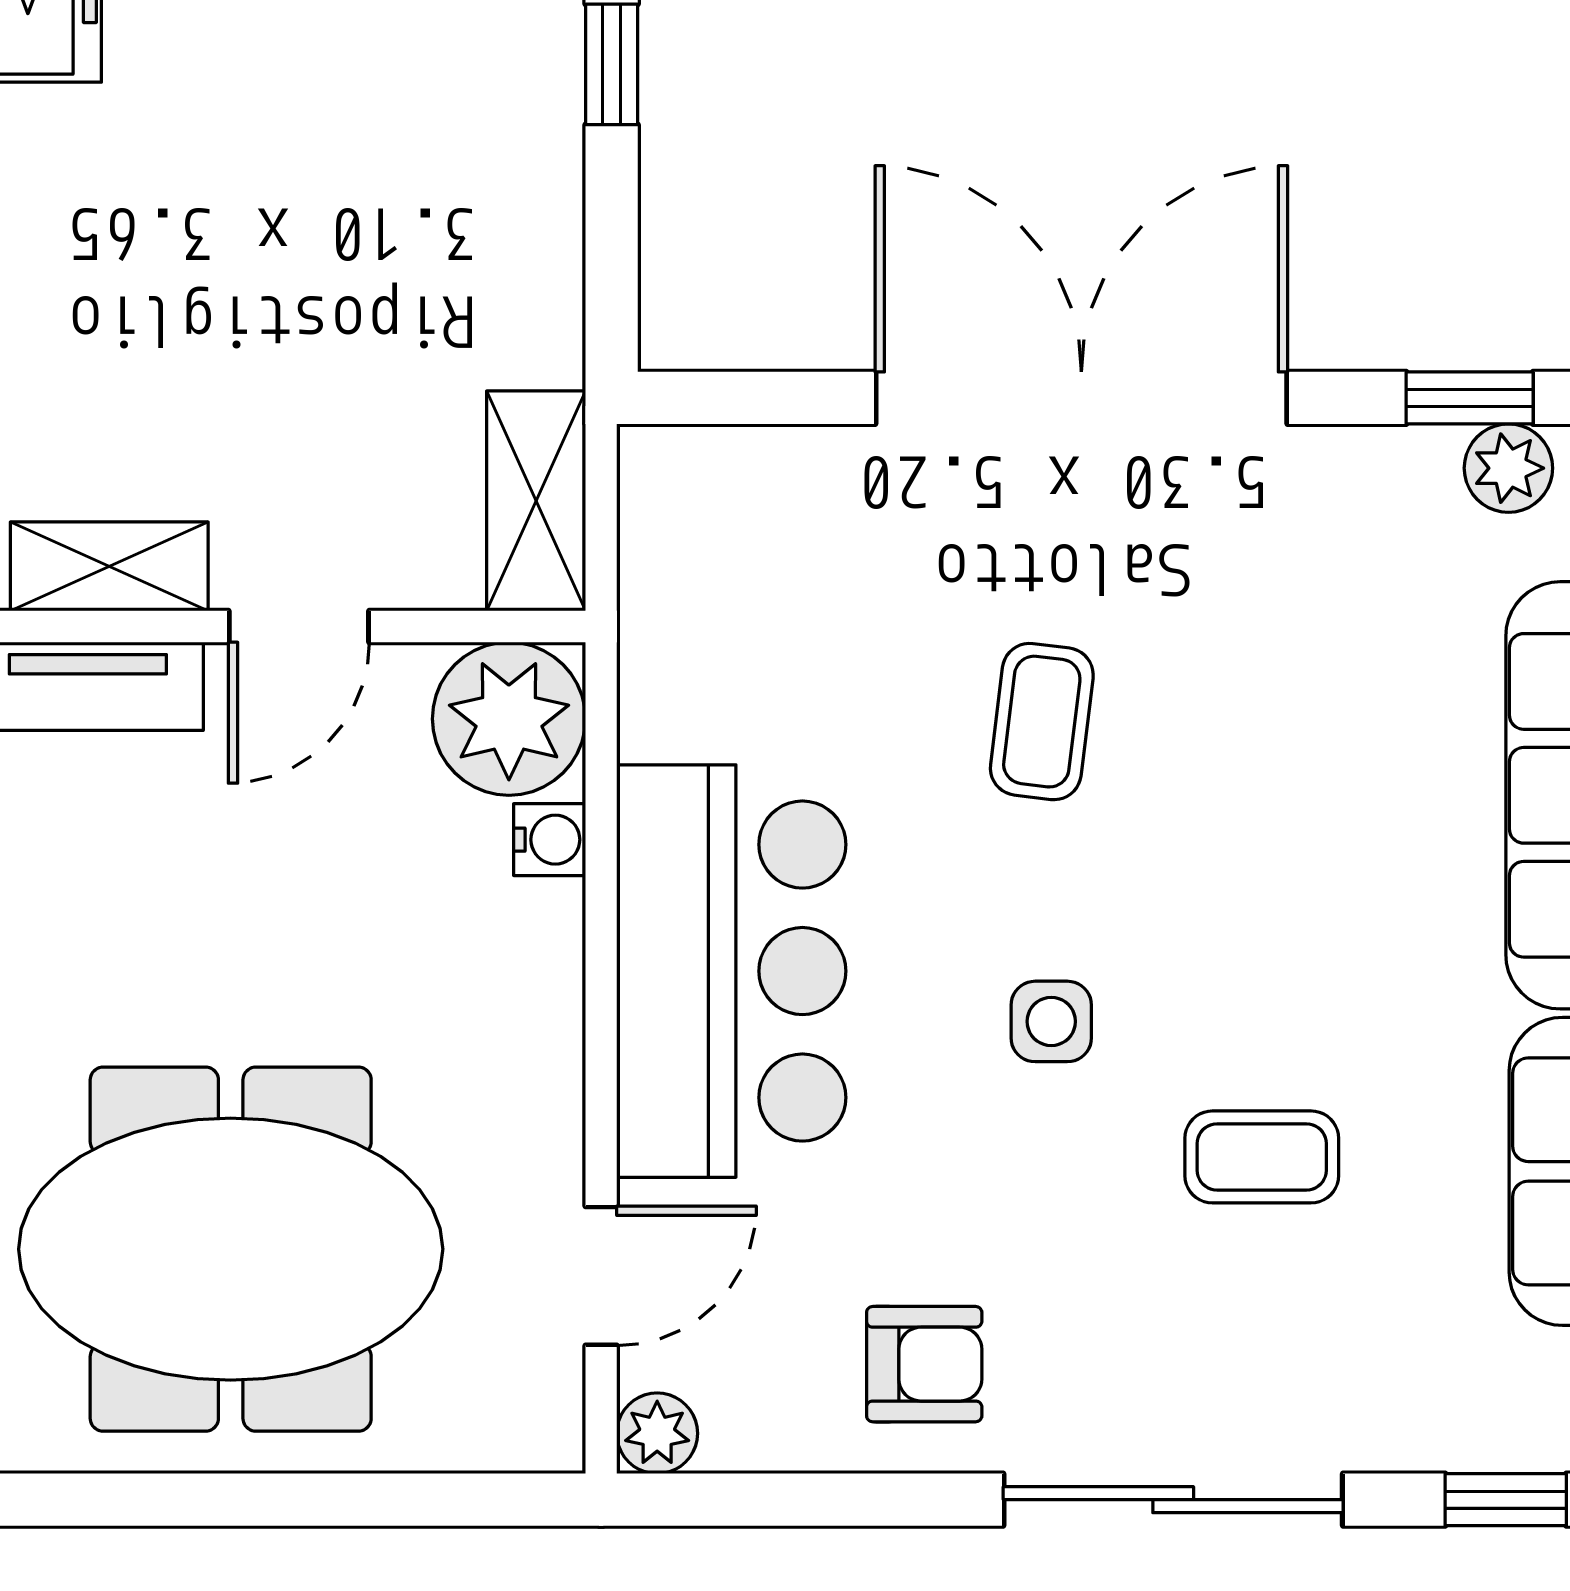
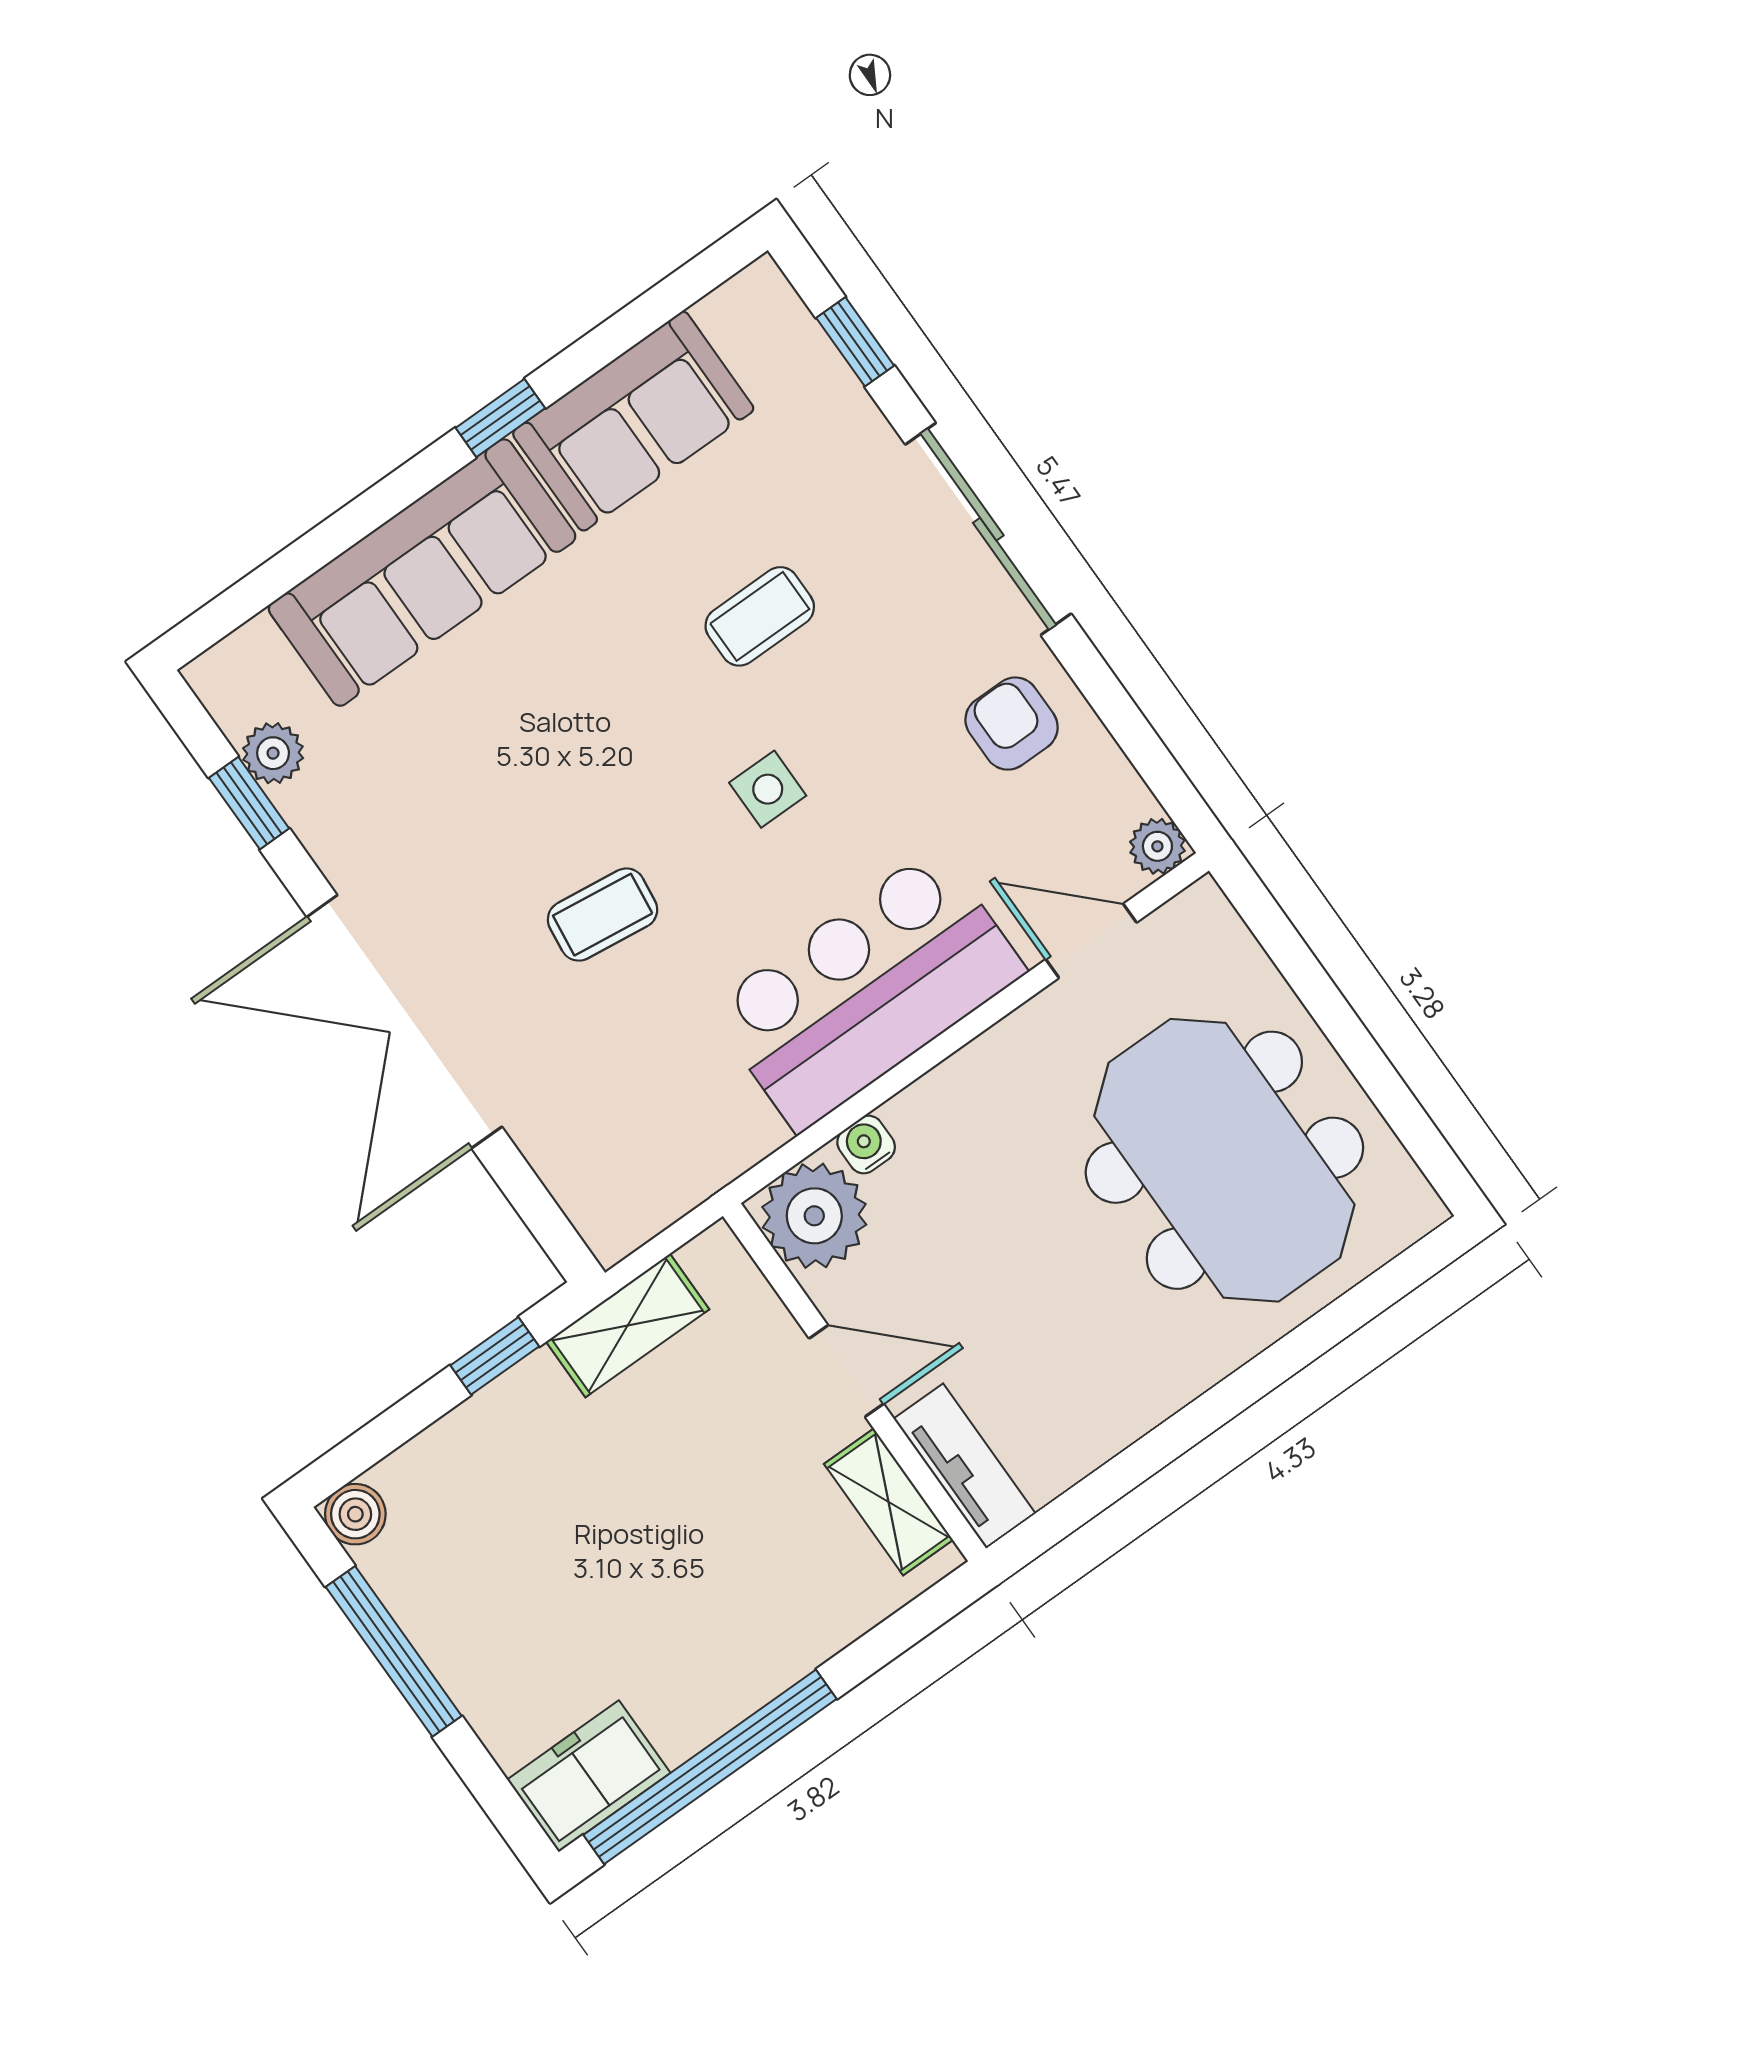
window: (612, 64) -> (495, 1356), moved
shelving: (536, 501) -> (628, 1325), moved
coffee table: (1262, 1157) -> (760, 616), turned 90

